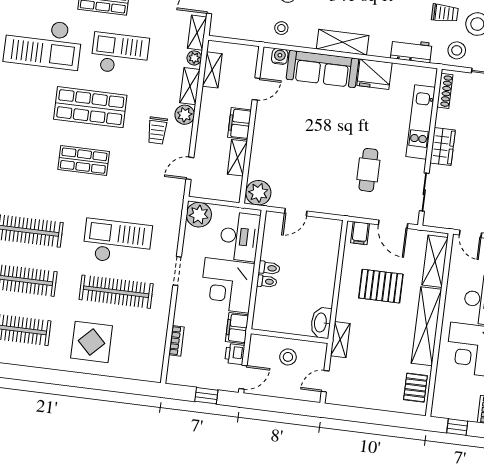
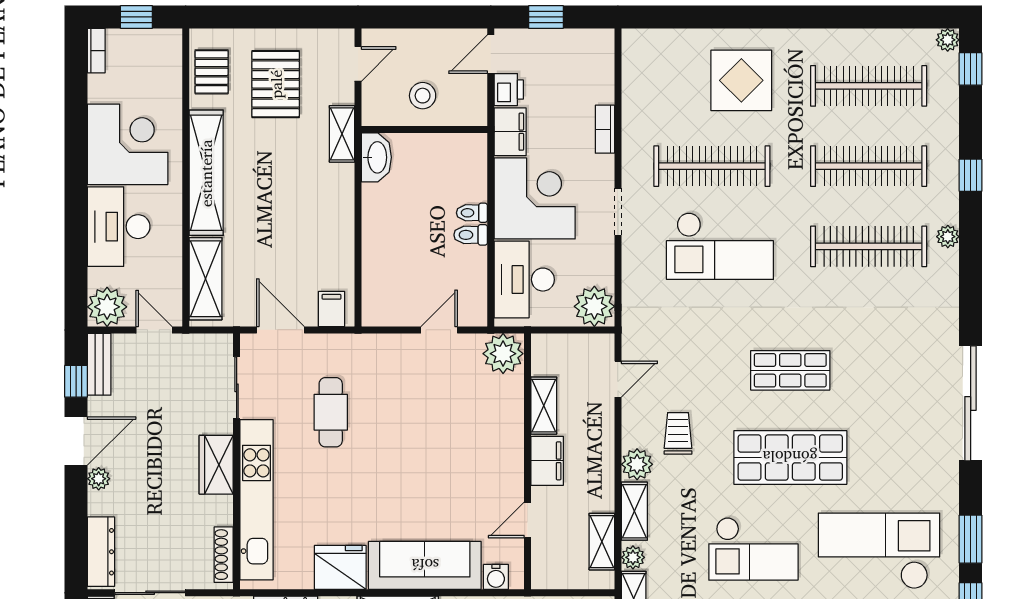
kitchen unit: (421, 122) -> (256, 500), width x1.36
pallet: (381, 286) -> (276, 84), moved, turned 90
bookcase: (177, 341) -> (605, 129), moved

